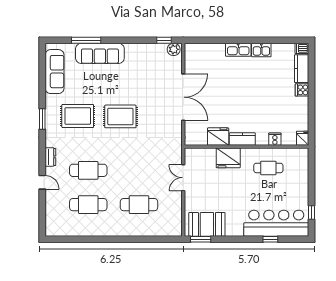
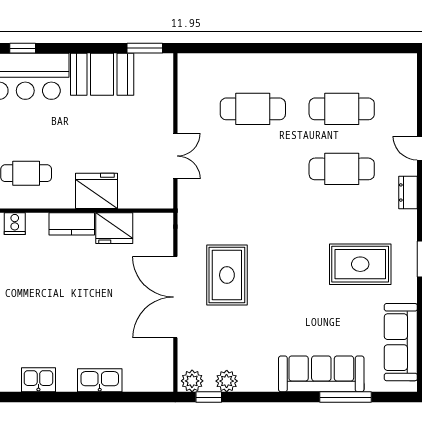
plant: (154, 49) -> (227, 381), added
kitchen sink: (238, 50) -> (100, 380), moved
rug: (120, 116) -> (227, 275), moved, turned 90
booth: (207, 224) -> (102, 74), moved

